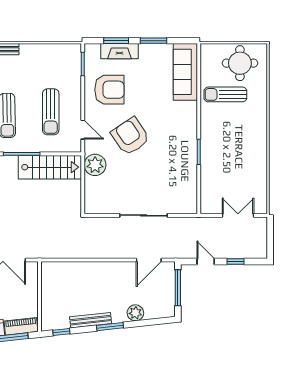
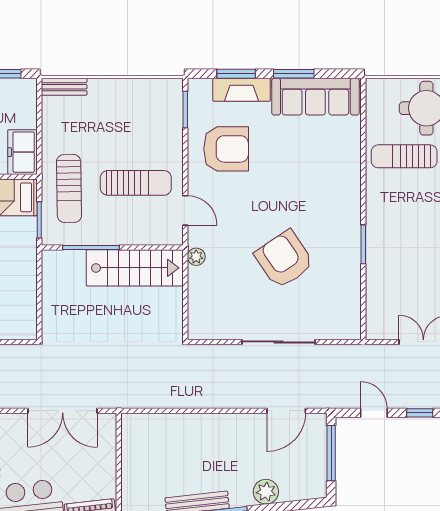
sofa: (185, 72) -> (315, 97), moved, turned -90
sun lounger: (51, 112) -> (136, 183), turned -90
armchair: (130, 136) -> (284, 259), moved
plant: (95, 165) -> (196, 257), width x0.53, depth x0.53

